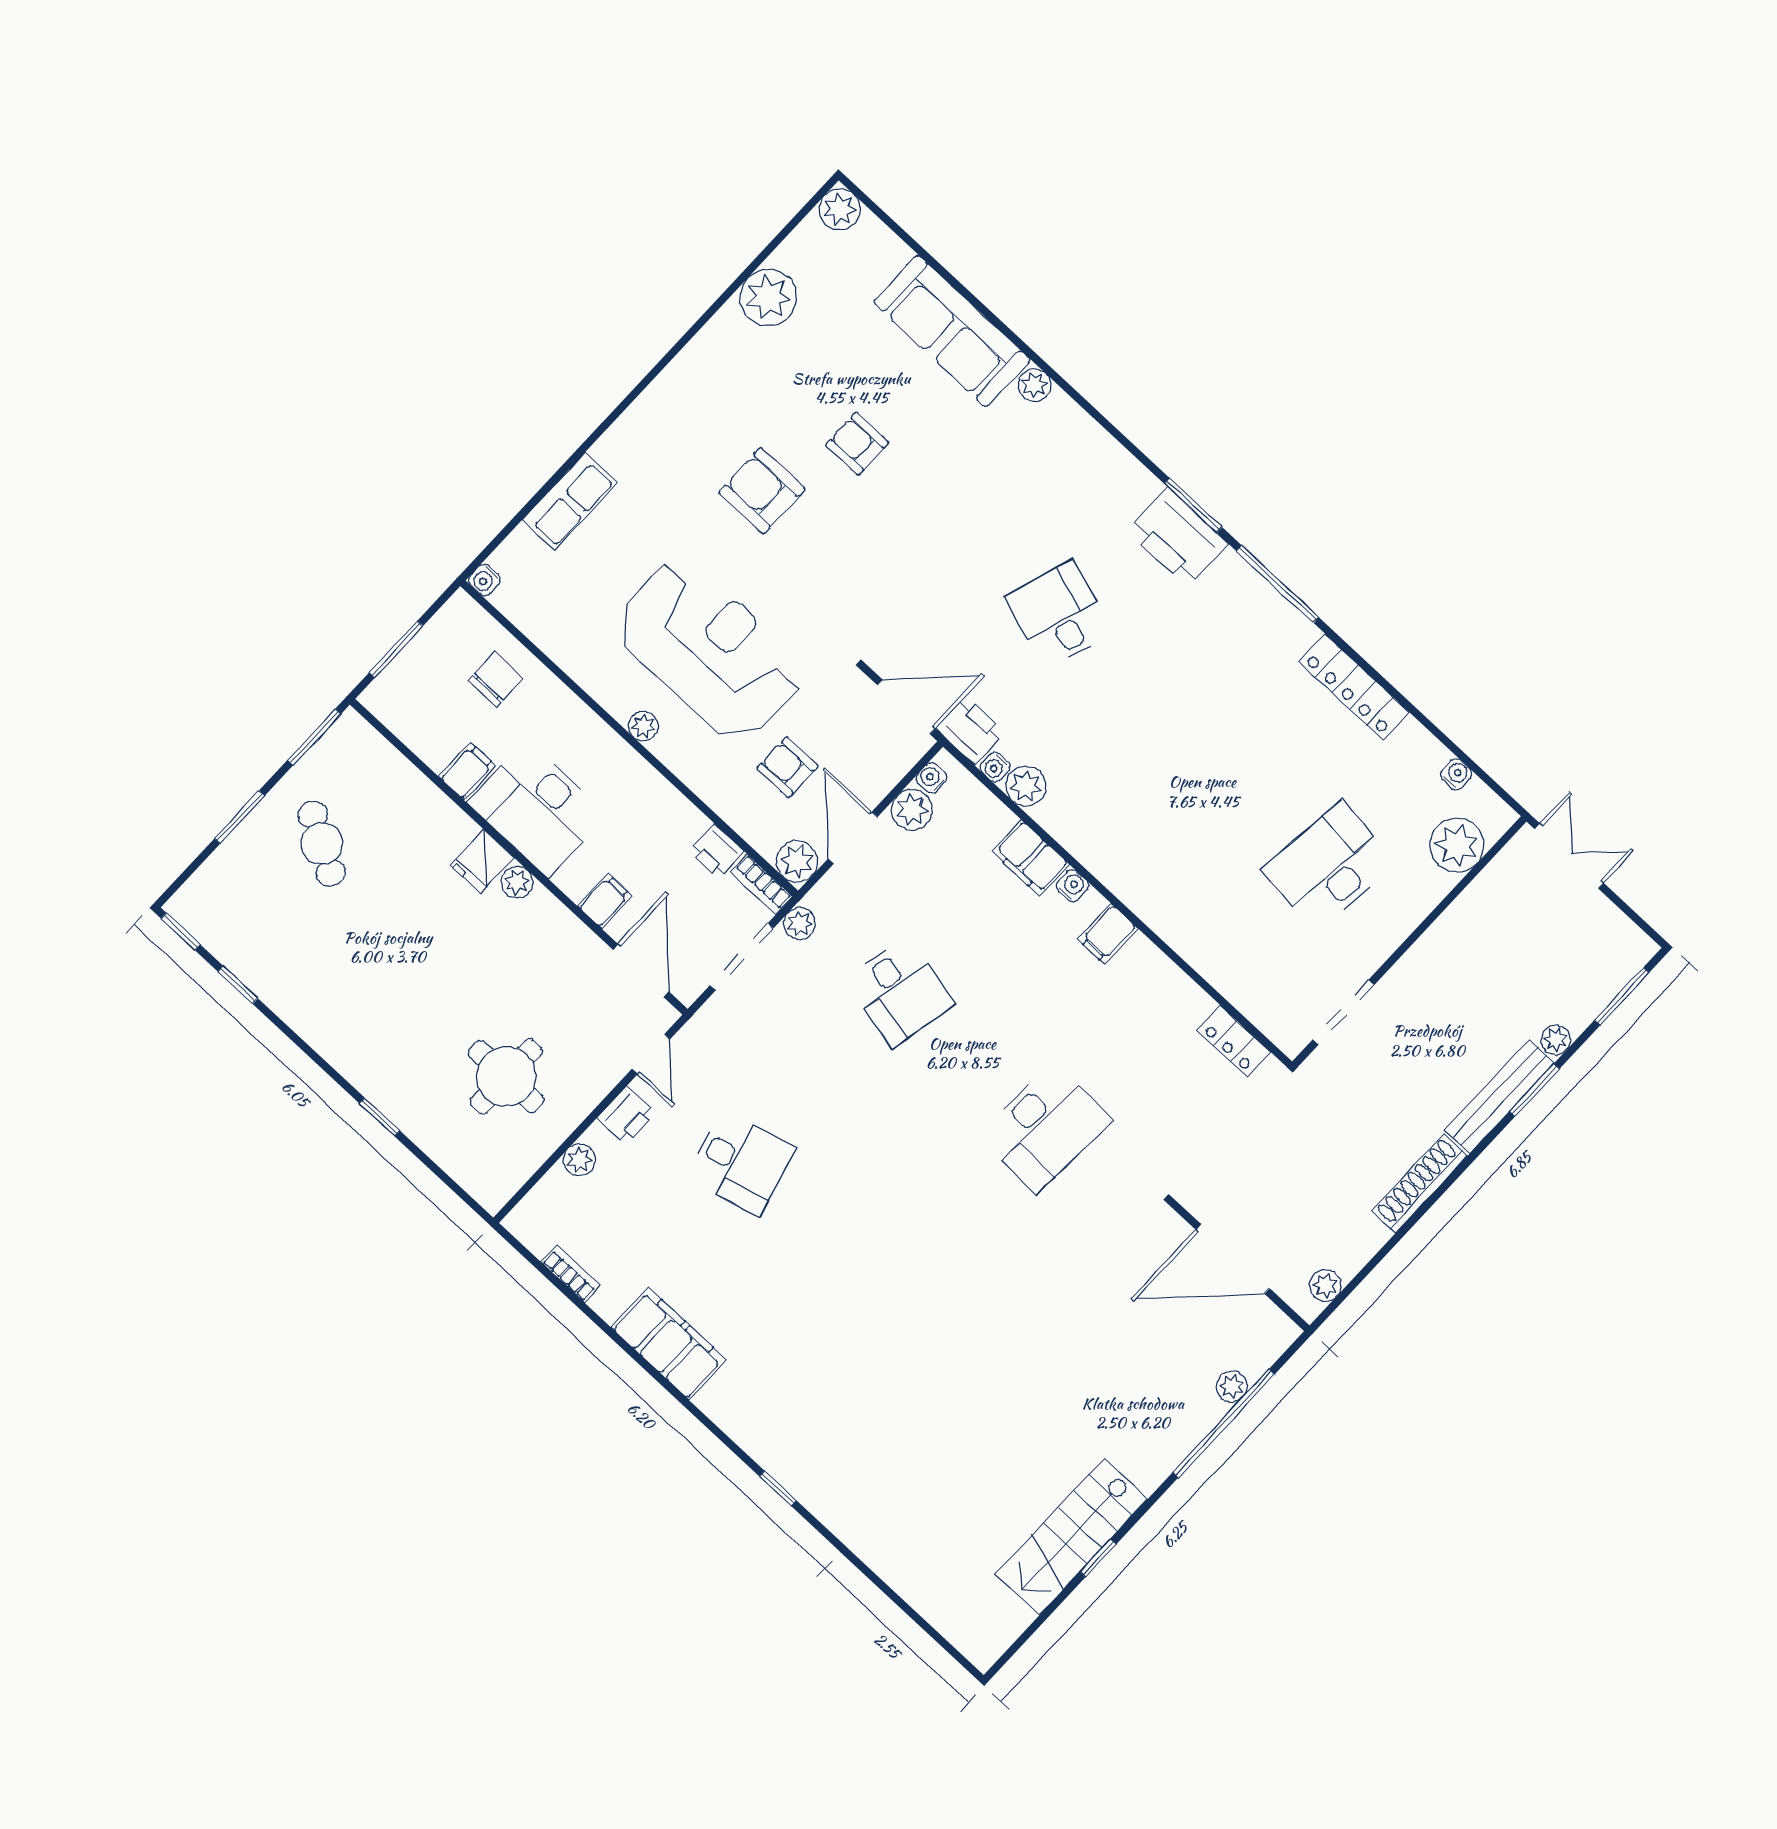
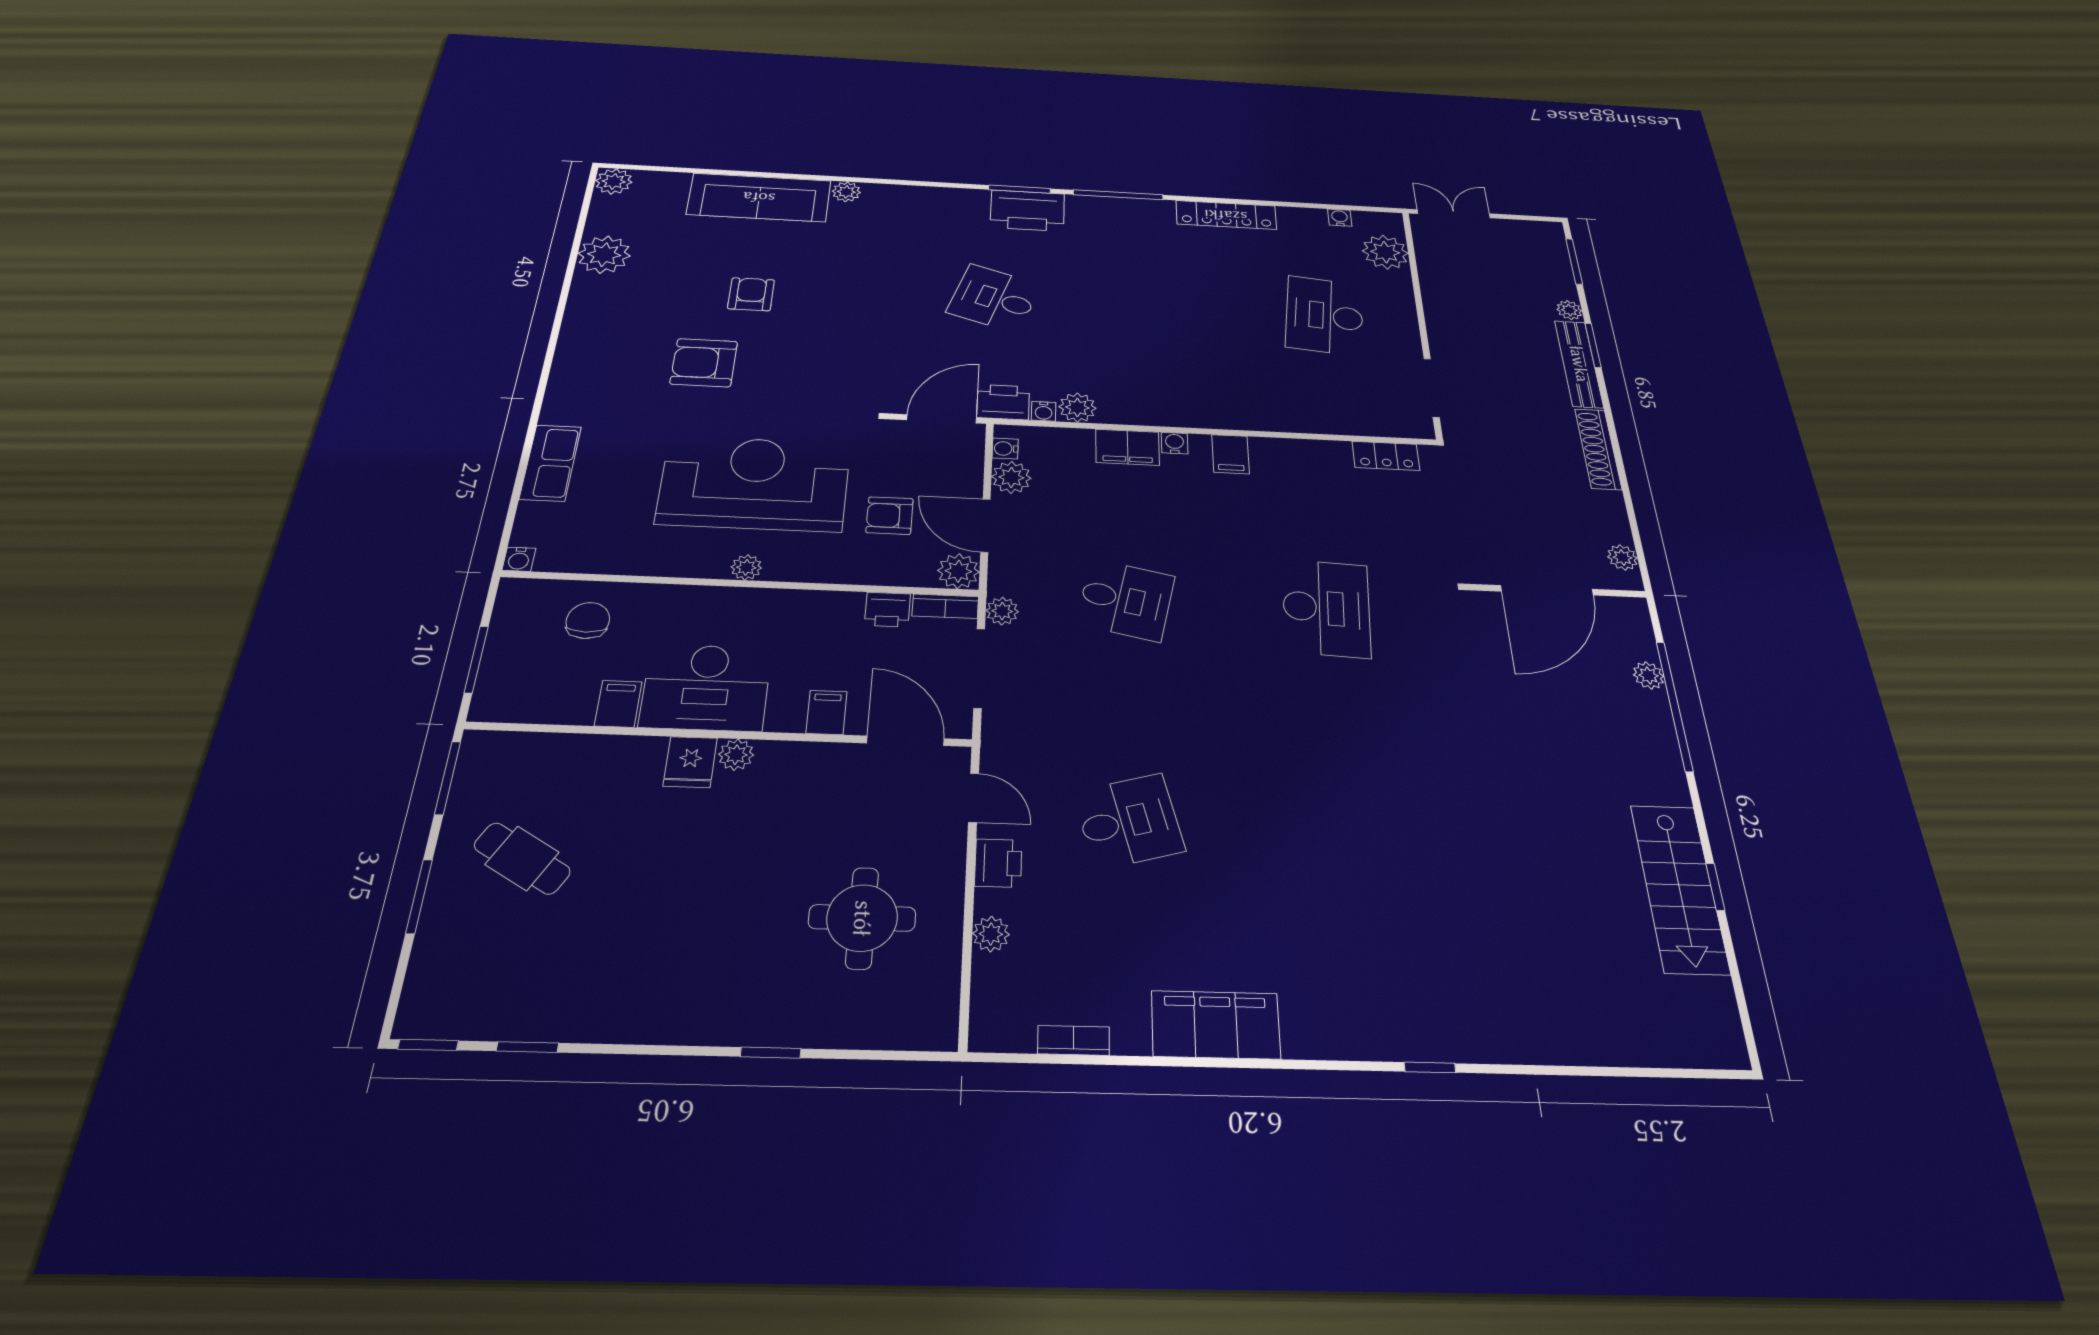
armchair: (857, 444) -> (751, 294), turned 90

